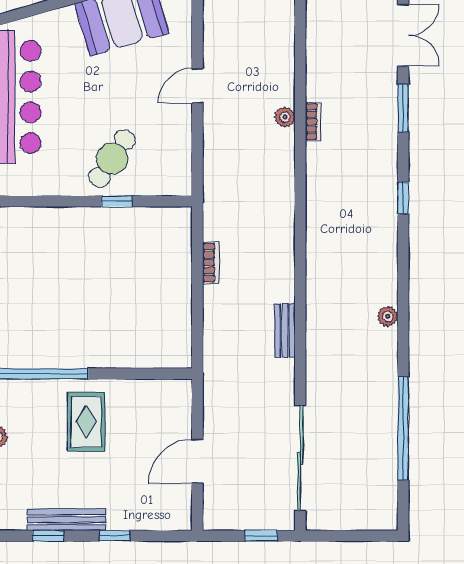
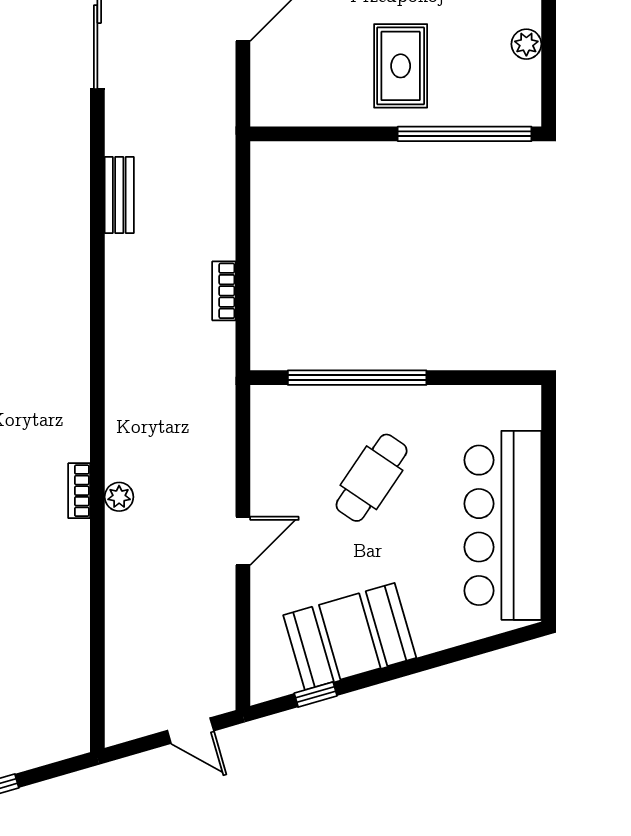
cafe table: (112, 159) -> (372, 478), moved
window: (117, 201) -> (357, 378), width x3.17

